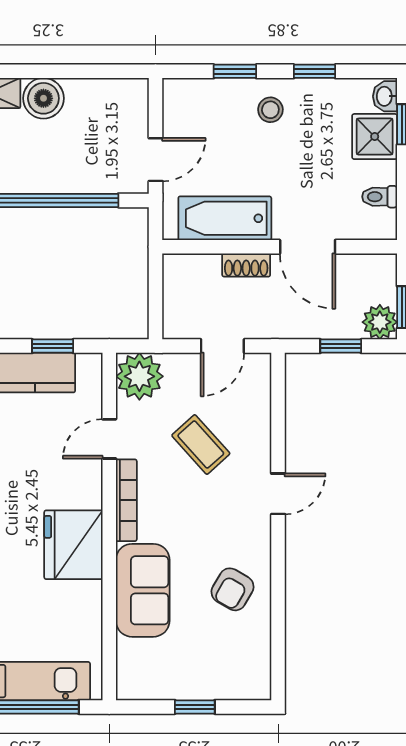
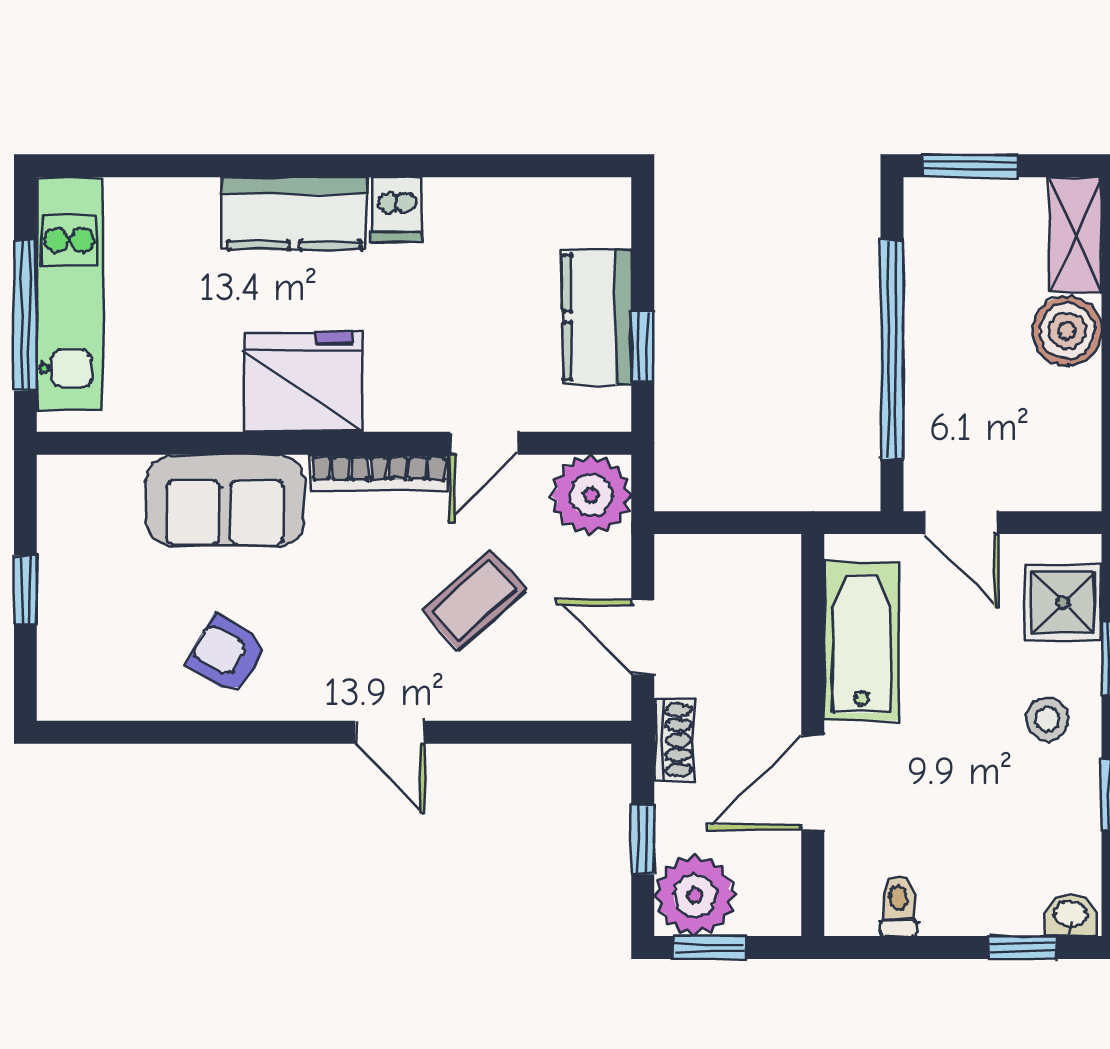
shower: (375, 137) -> (1063, 603), moved
shoe rack: (246, 265) -> (674, 740), moved, turned 180
plant: (380, 322) -> (695, 895), width x1.36, depth x1.36
door: (109, 439) -> (484, 443), swing flipped

